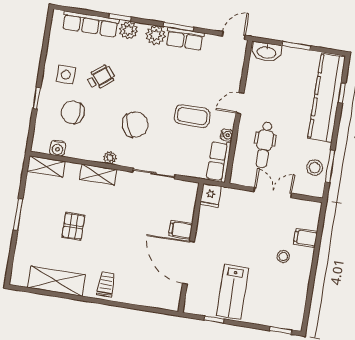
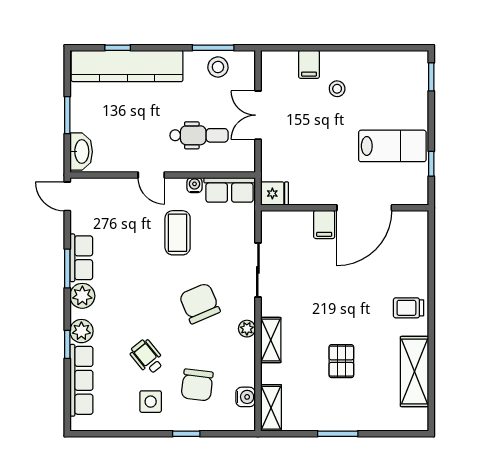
pallet: (73, 226) -> (341, 361), turned 90

